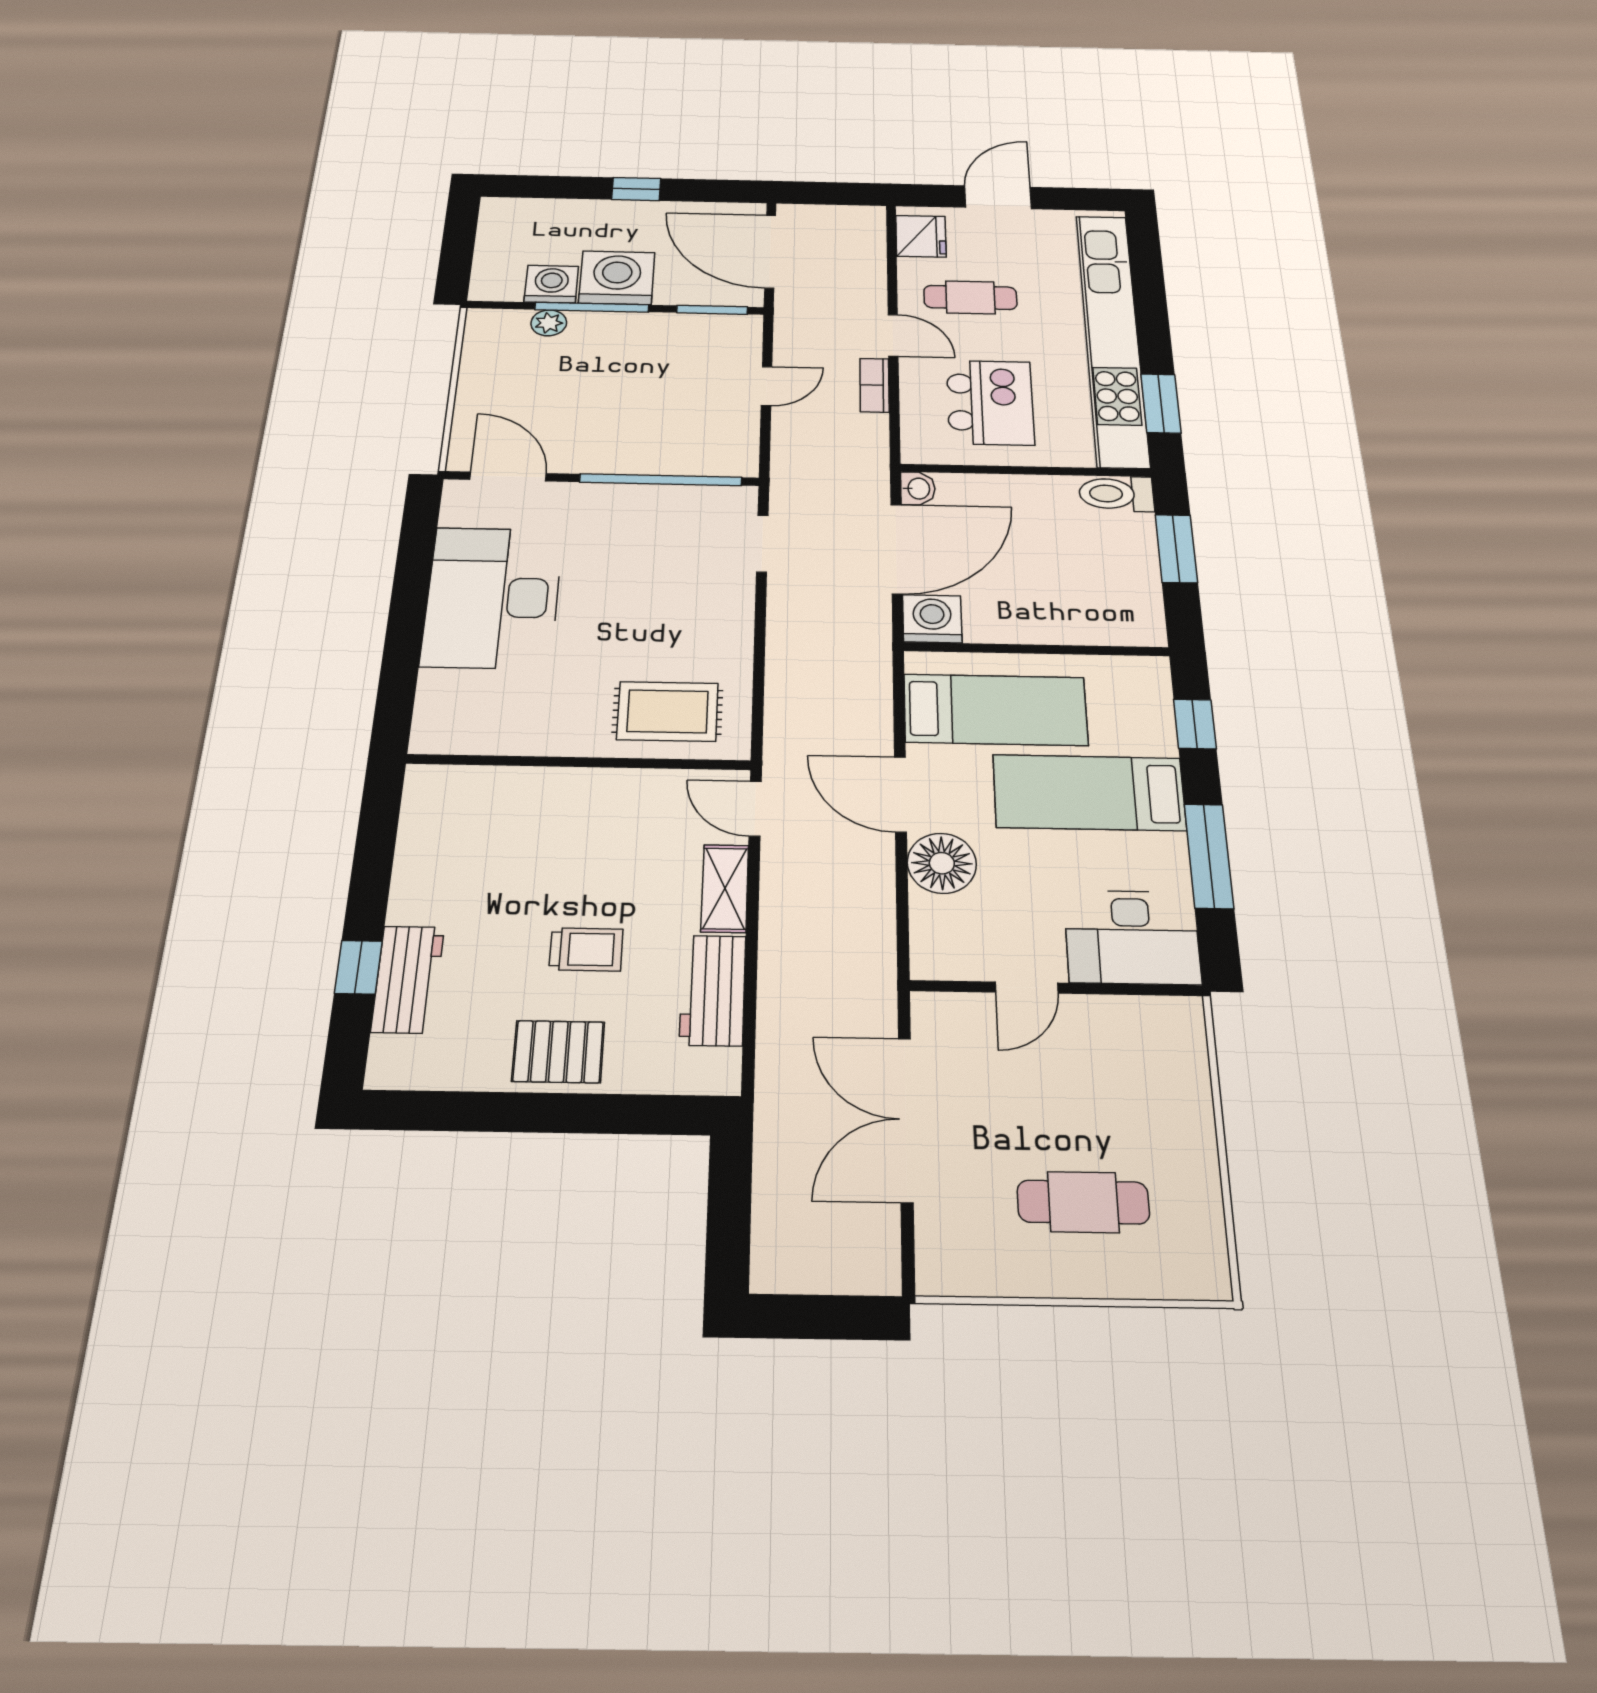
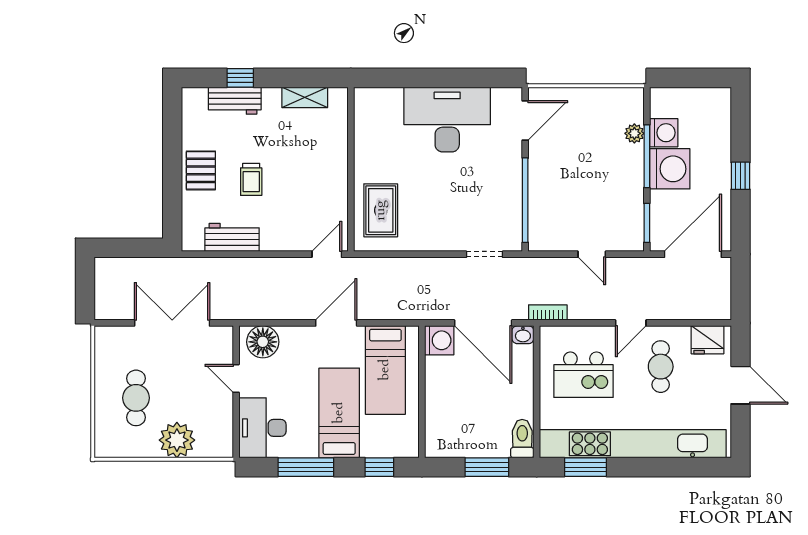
bookcase: (875, 385) -> (548, 313), moved
floor lamp: (942, 863) -> (263, 342), moved
shelving: (725, 888) -> (305, 97), moved
plant: (1174, 1113) -> (177, 440), added

